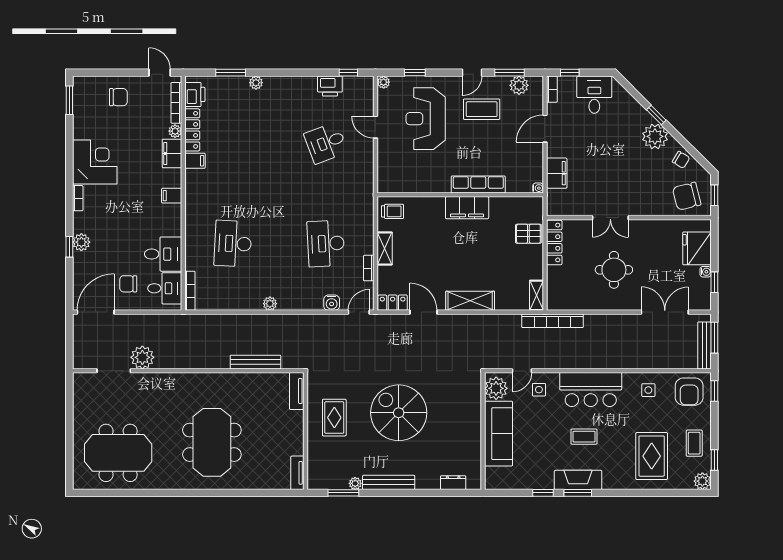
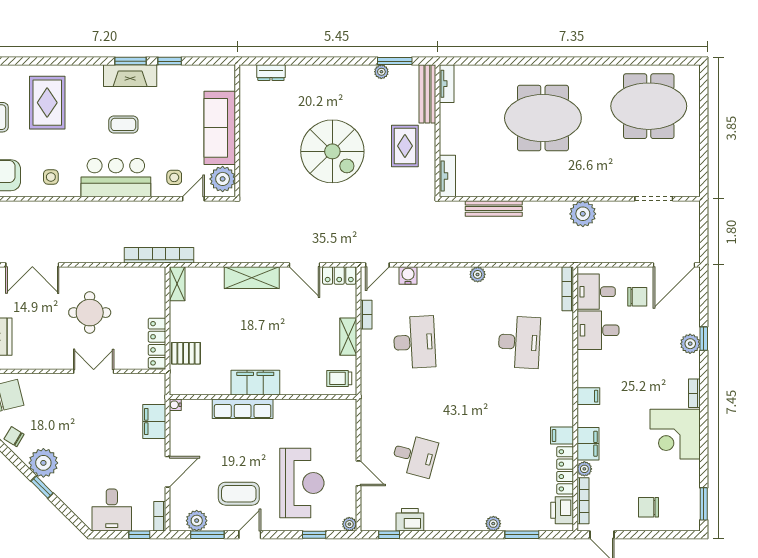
desk: (326, 143) -> (414, 456), turned 36
plant: (142, 357) -> (583, 214), moved
meeting table: (212, 442) -> (543, 118), turned 90
bench: (389, 482) -> (427, 94), moved, turned 90

